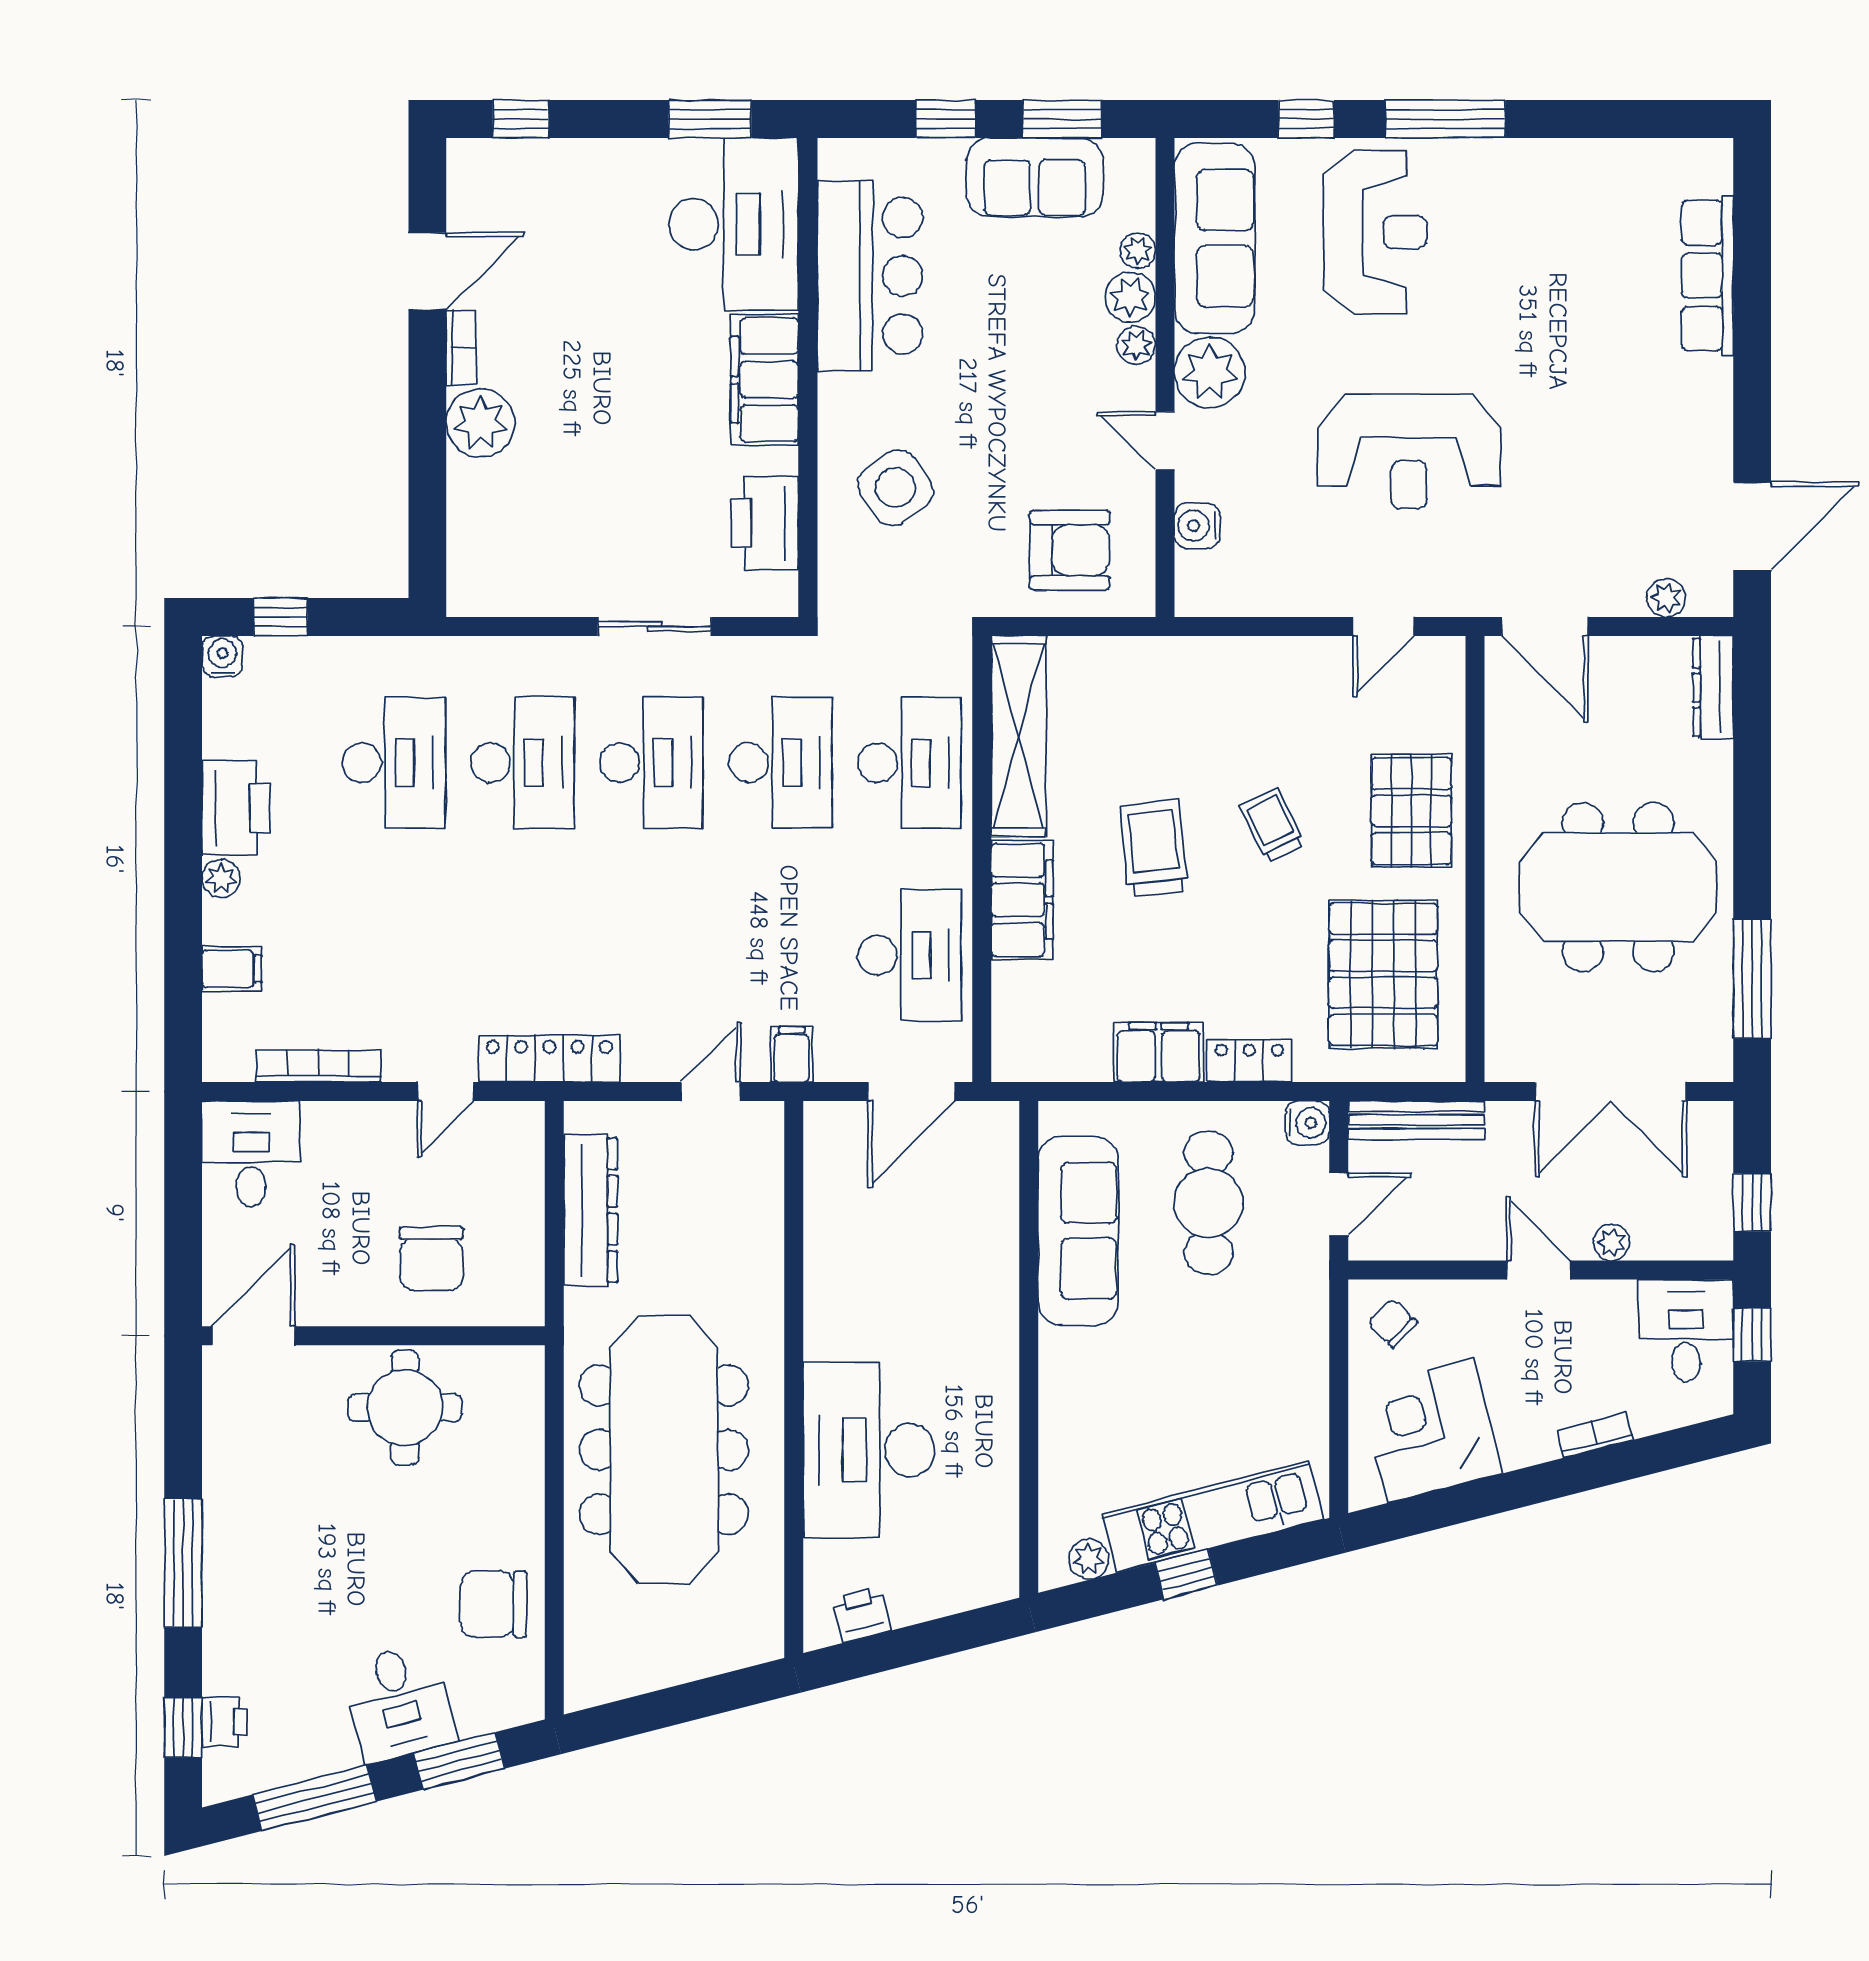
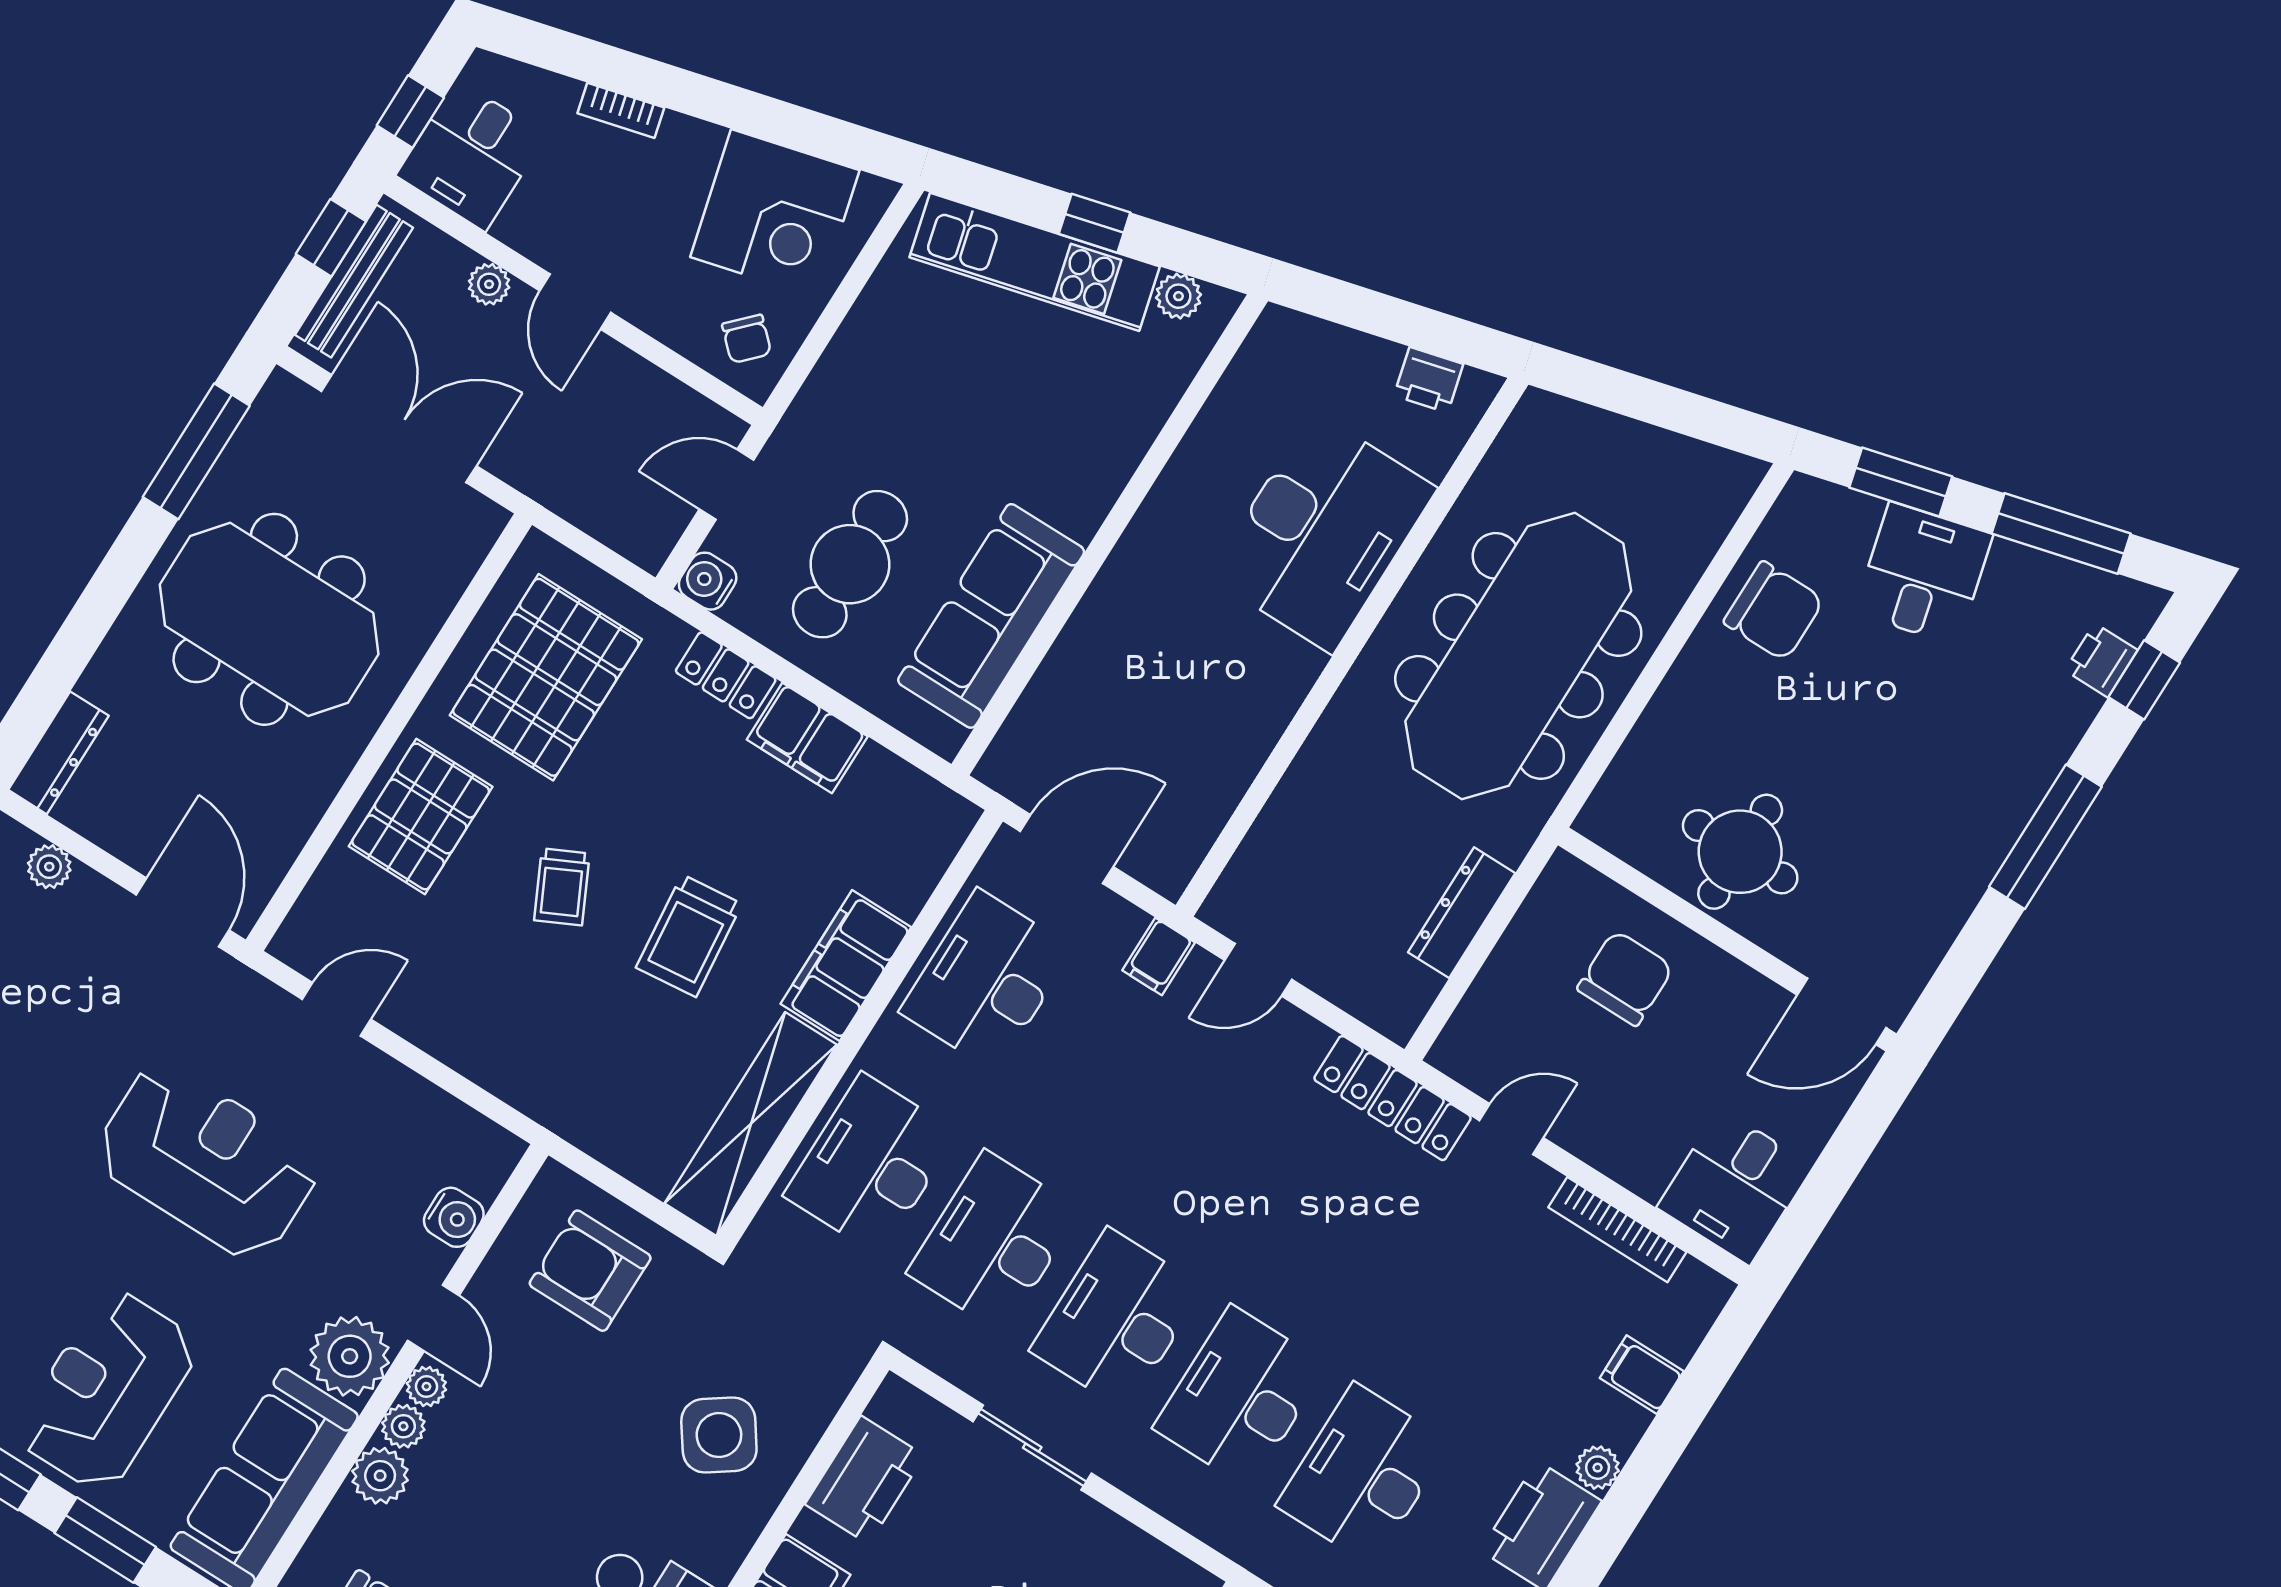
window: (1306, 119) -> (105, 1540), width x1.50
plant: (1138, 251) -> (426, 1387), moved
bench: (1416, 1120) -> (354, 281), moved, turned 90
dresser: (590, 1210) -> (1462, 913), width x0.73, depth x0.80

